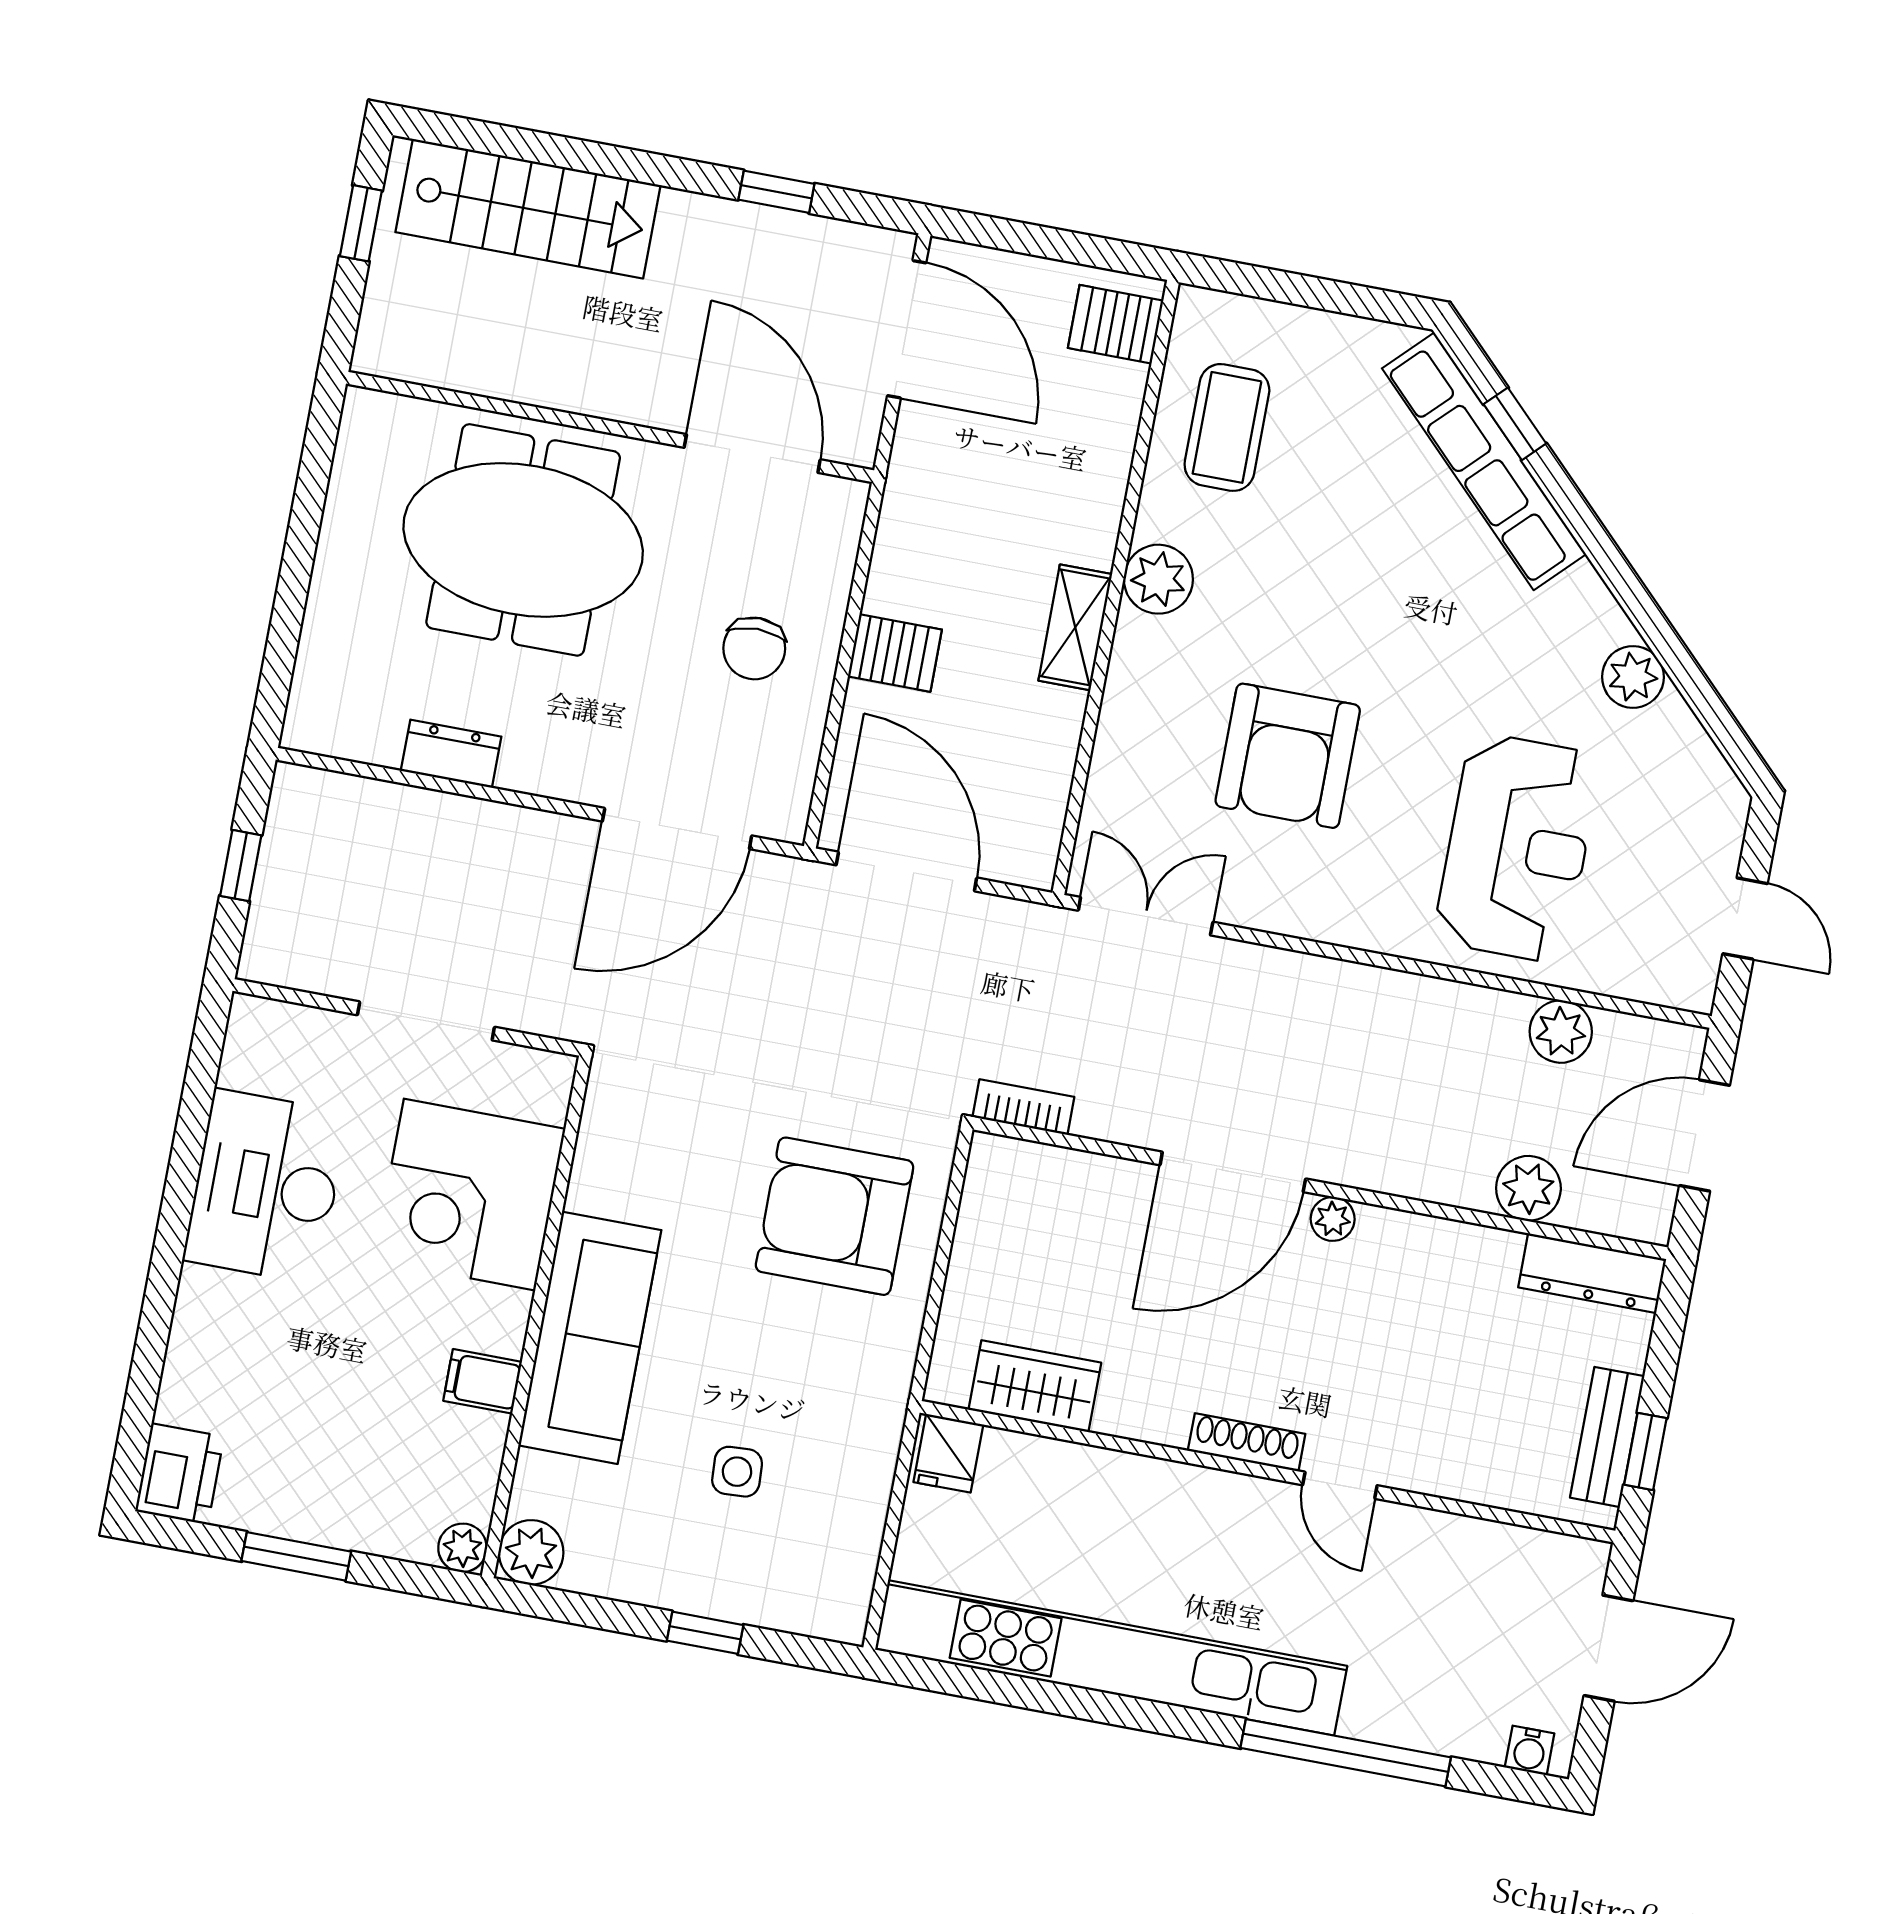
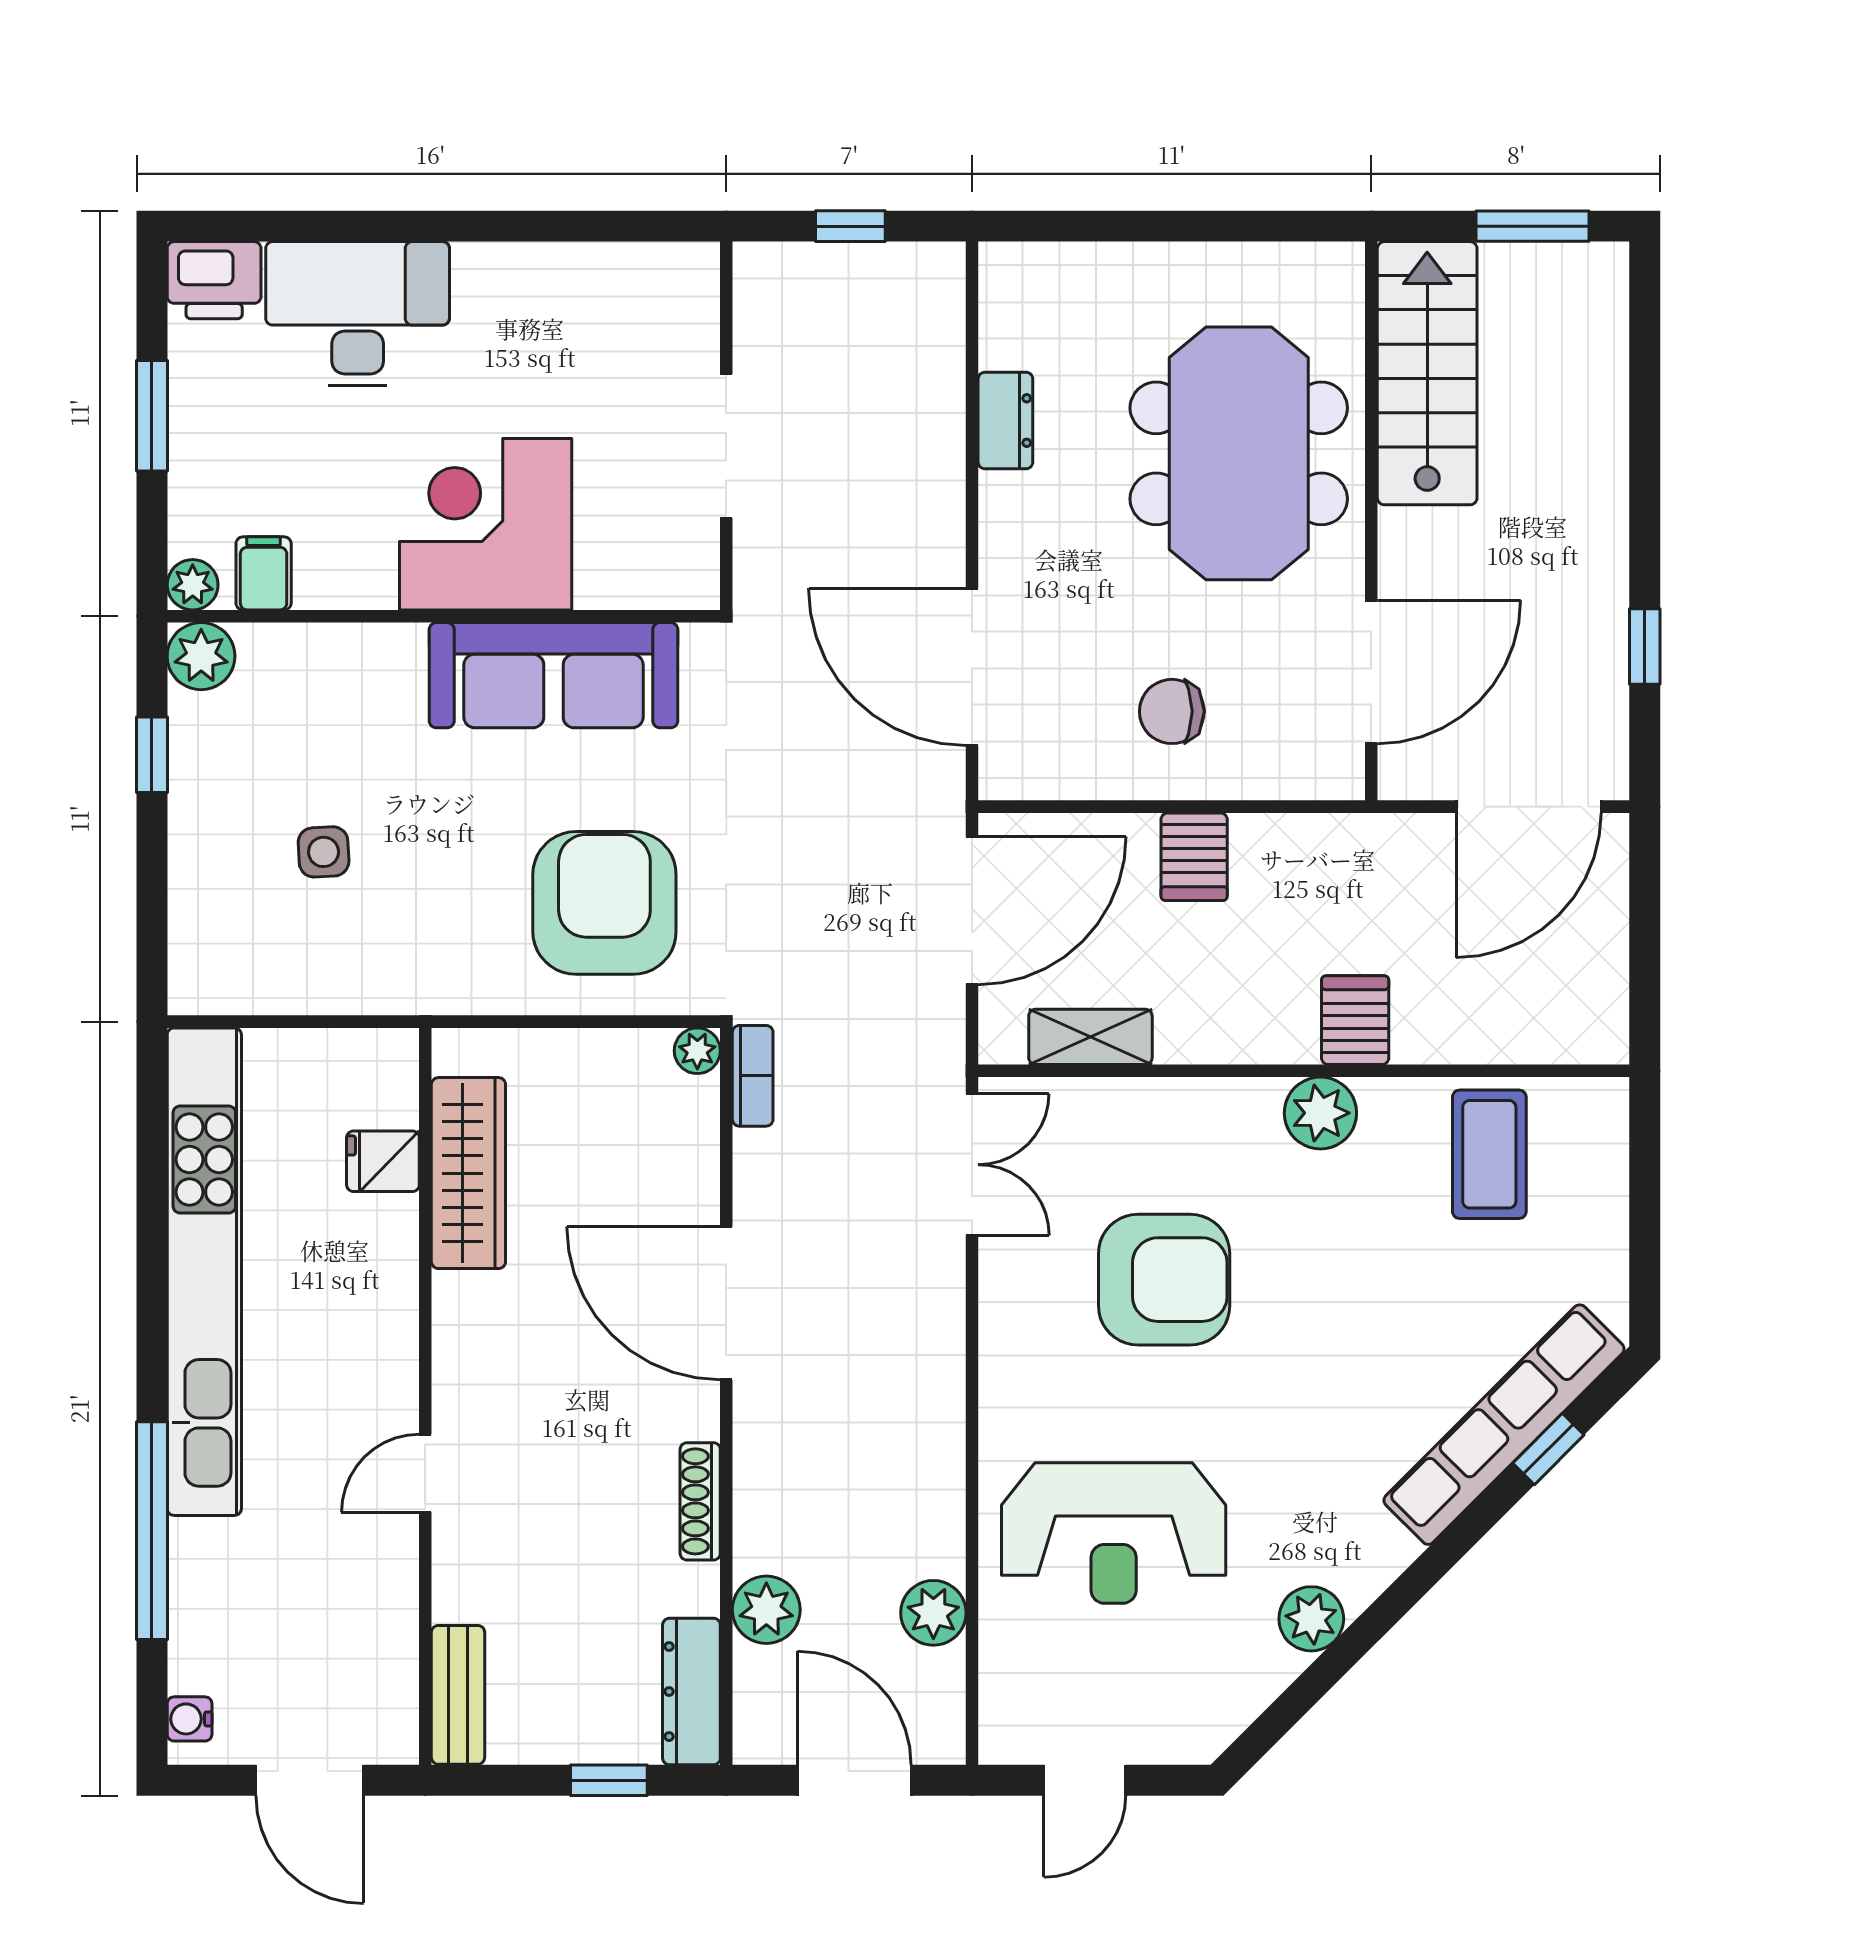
stairs: (528, 209) -> (1427, 373), moved, turned 180
window: (361, 223) -> (1532, 226), width x1.50
server rack: (1116, 324) -> (1355, 1020), moved
coffee table: (1227, 427) -> (1489, 1154), turned 90
shelving: (1075, 627) -> (1090, 1037), moved
armchair: (1288, 756) -> (1164, 1280), turned 180
desk: (266, 1187) -> (358, 314), moved
corner desk: (470, 1195) -> (486, 524), moved
plant: (1333, 1219) -> (697, 1051), moved
sofa: (590, 1338) -> (553, 675), moved
filing cabinet: (483, 1381) -> (264, 573), moved
wardrobe: (1035, 1386) -> (468, 1173), width x1.50
bench: (1607, 1437) -> (458, 1695), moved, turned 90
shoe rack: (1247, 1442) -> (700, 1501), moved, turned 180
window: (1645, 1451) -> (609, 1780), moved
fridge: (948, 1453) -> (383, 1161), moved
window: (705, 1633) -> (152, 755), moved

